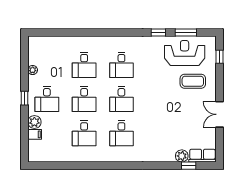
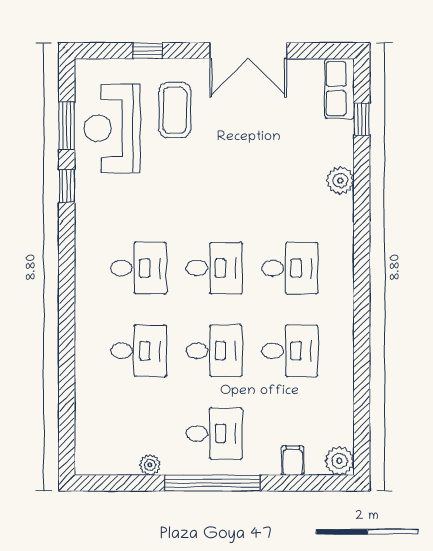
window: (220, 57) -> (148, 51), moved
window: (24, 98) -> (212, 483), width x3.17
double door: (220, 114) -> (248, 51), width x1.37
plant: (34, 122) -> (340, 461), moved
plant: (182, 156) -> (340, 181), moved

